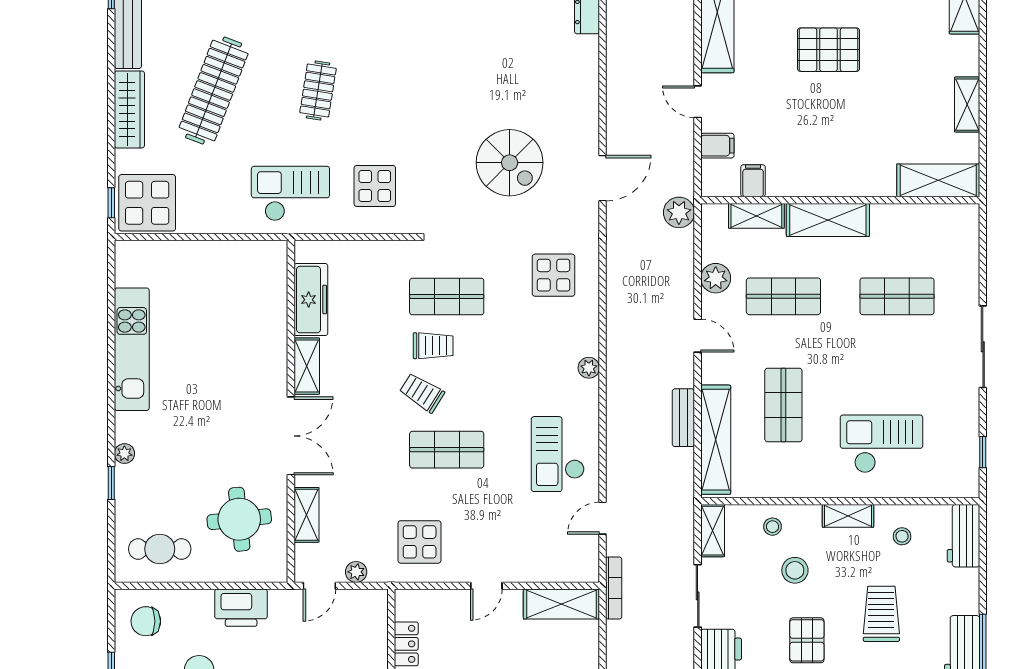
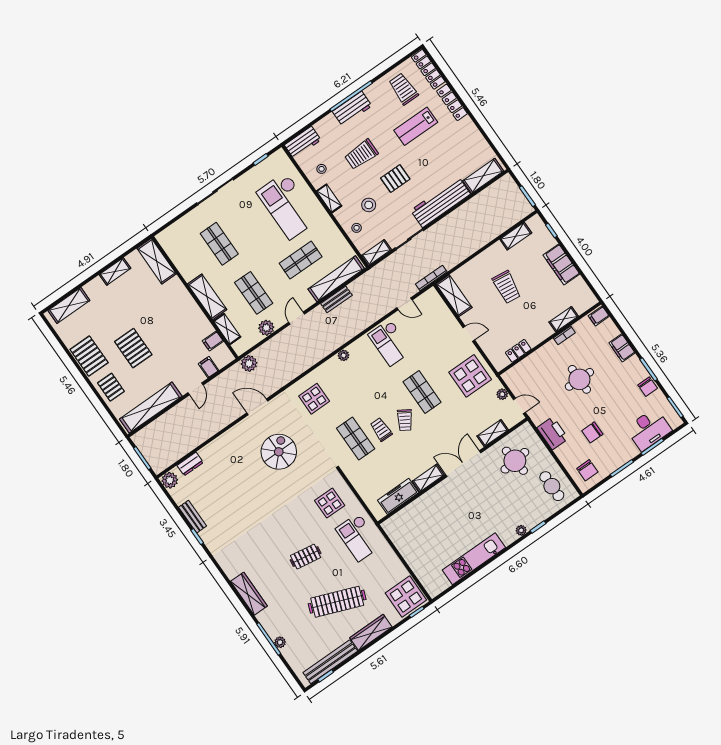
checkout: (882, 444) -> (288, 206), width x1.36, depth x1.21
checkout: (558, 454) -> (390, 343), turned 90
display table: (420, 542) -> (470, 376), width x1.36, depth x1.36

